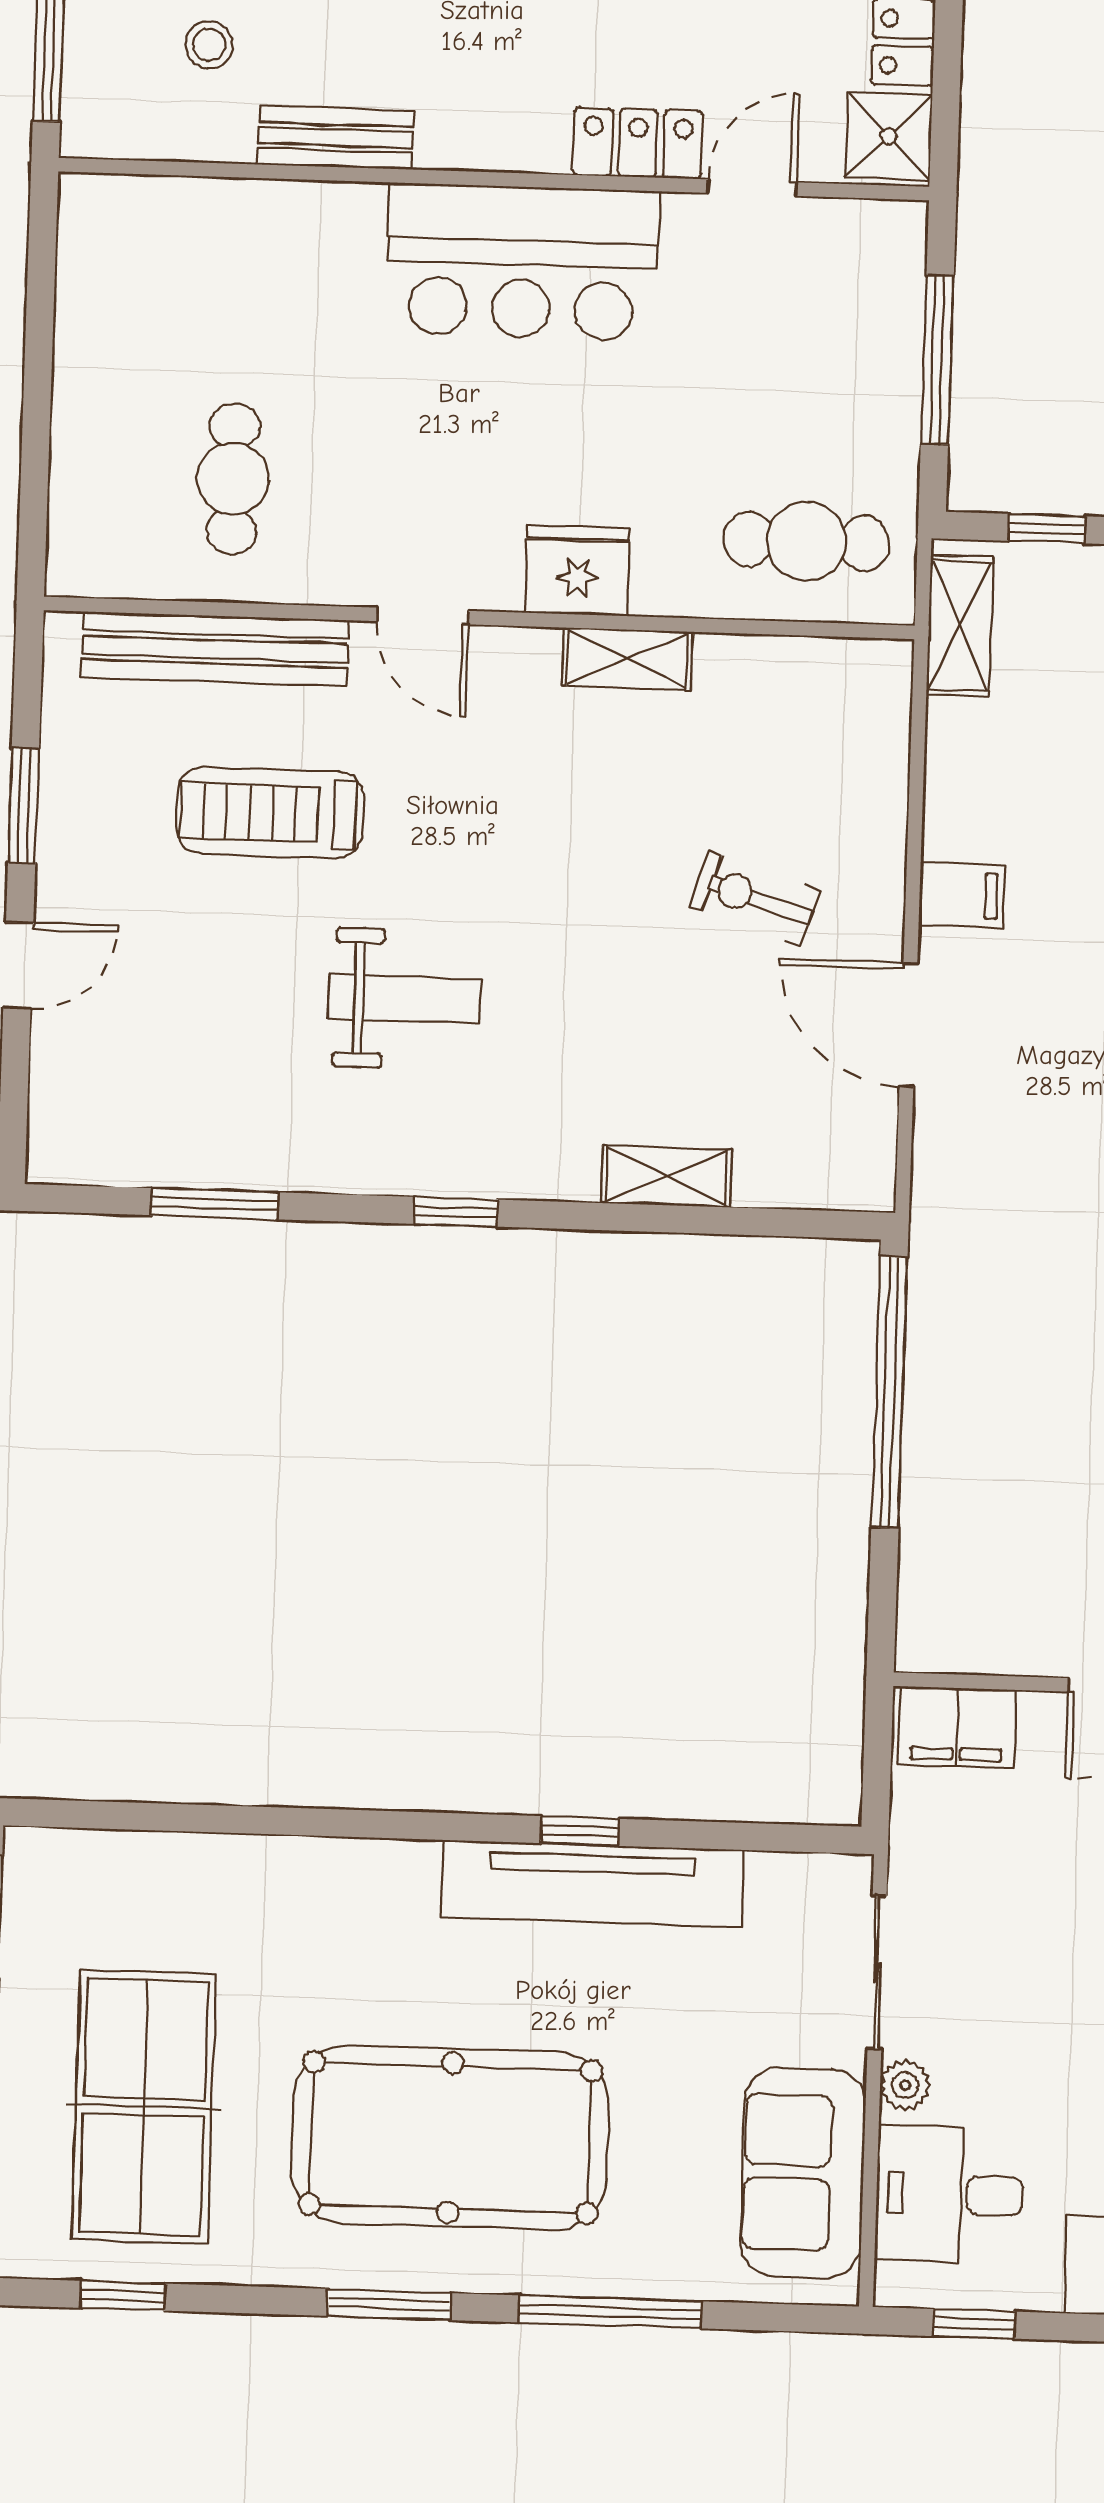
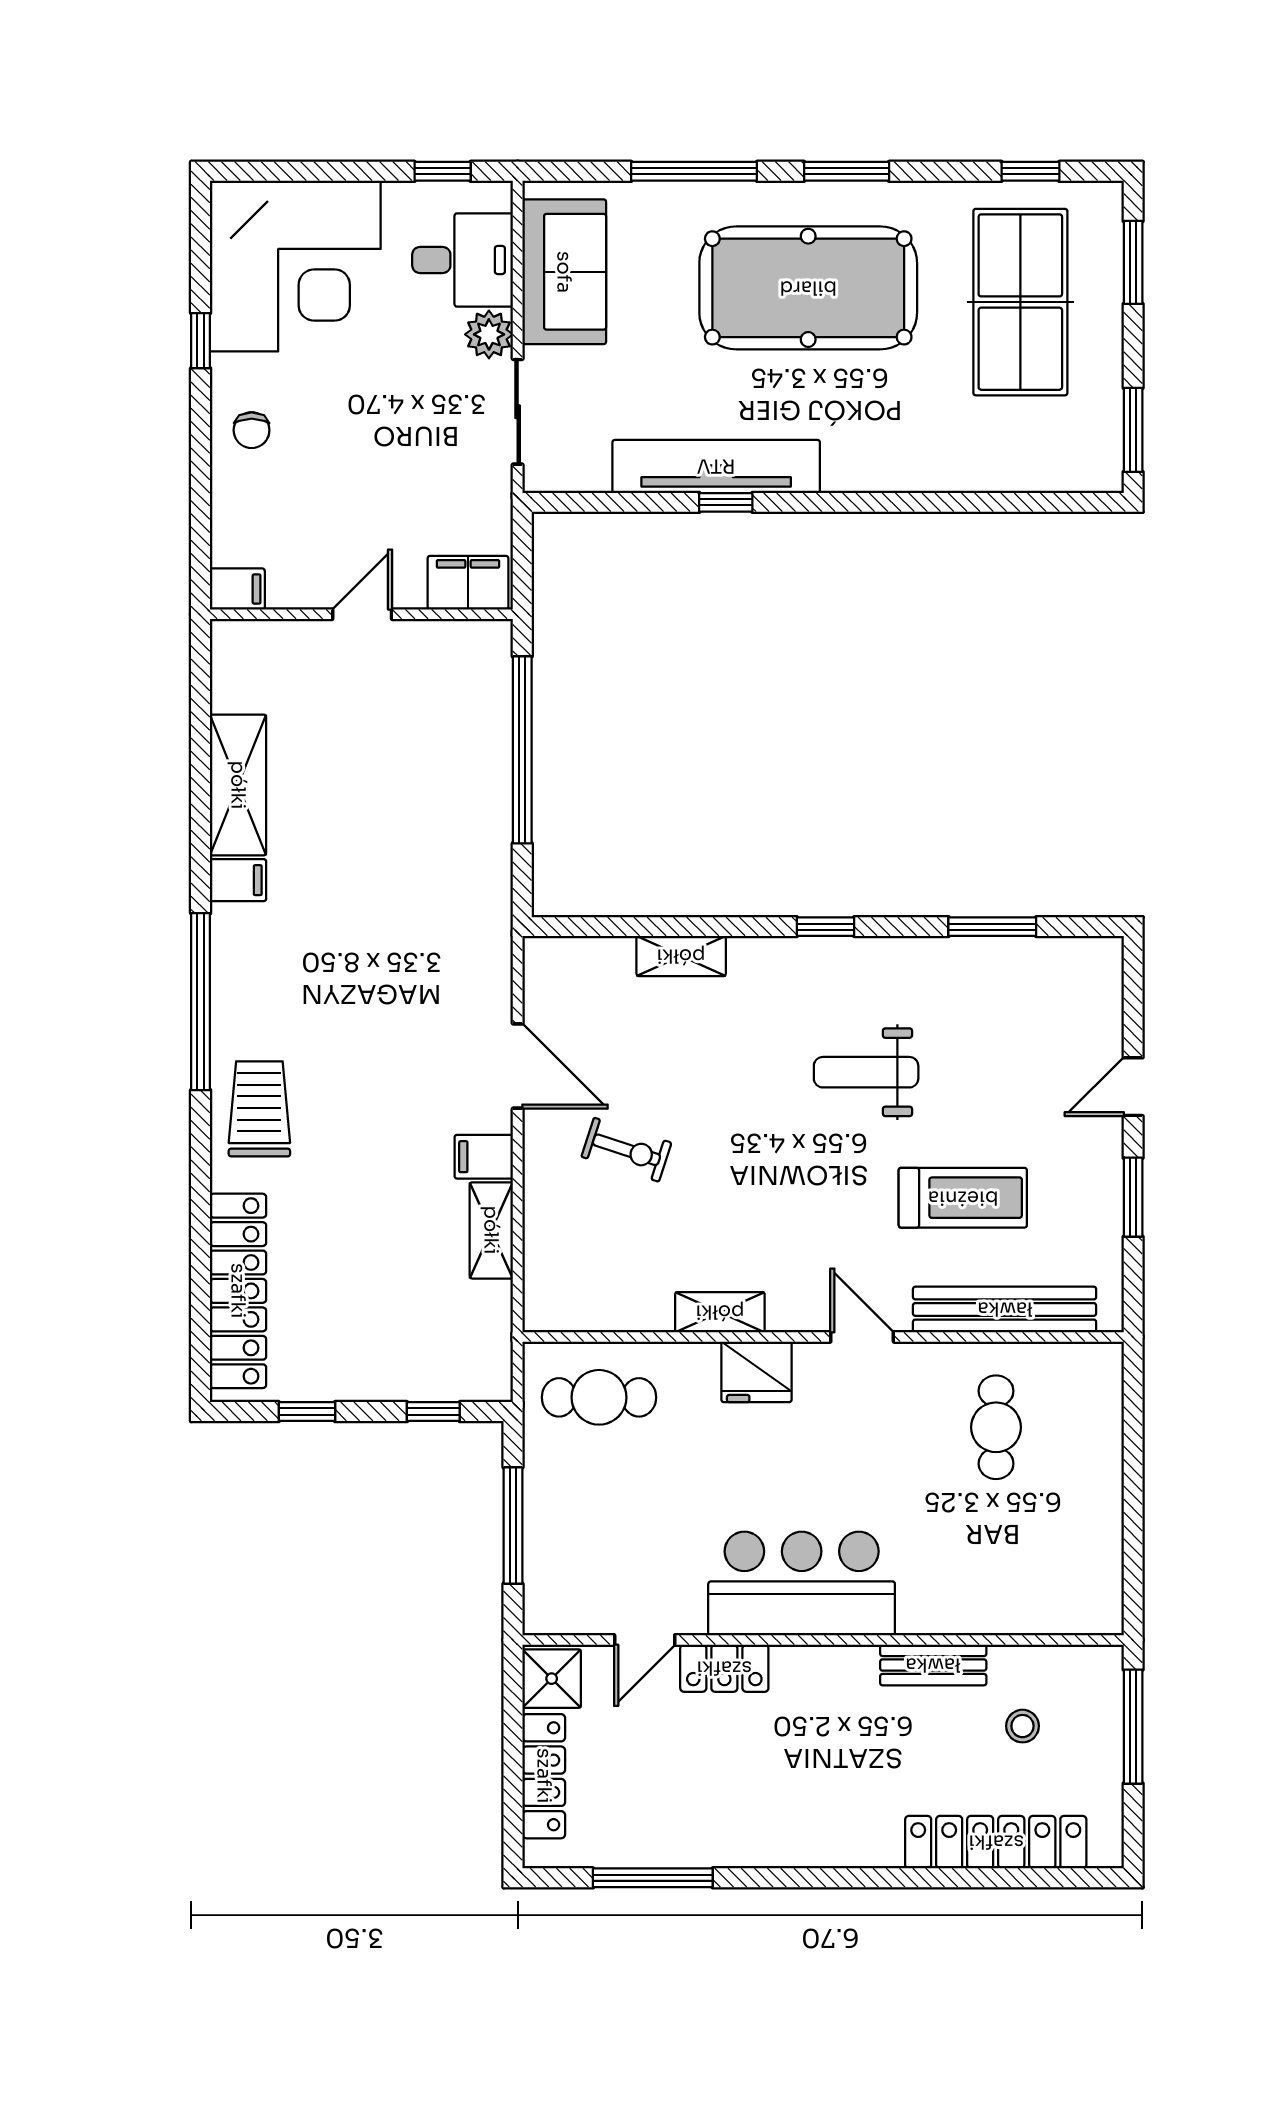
shelving: (960, 626) -> (491, 1230), moved
window: (889, 1392) -> (522, 750), moved
plant: (905, 2085) -> (489, 334), width x1.38, depth x1.38

